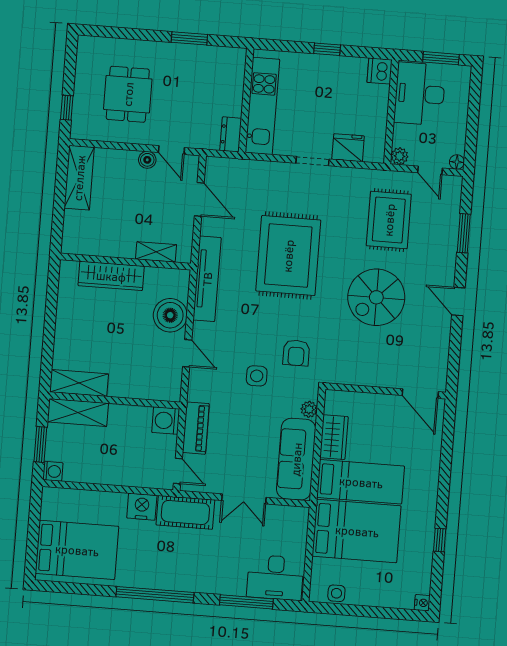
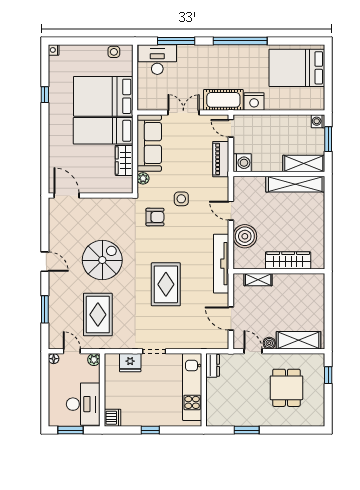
shelving: (79, 178) -> (299, 340), moved, turned 90
rug: (288, 256) -> (166, 284), width x0.73, depth x0.69
armchair: (296, 353) -> (155, 217), turned 90
shelving: (79, 383) -> (295, 184), width x1.47

